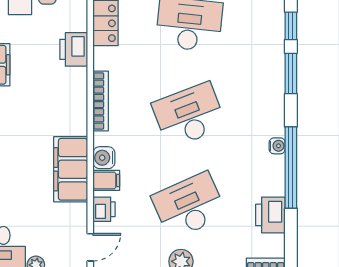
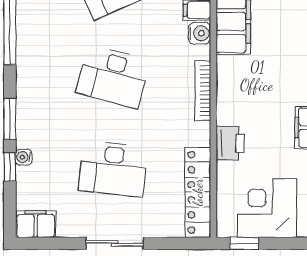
desk: (189, 115) -> (113, 77), turned 36
water cooler: (277, 146) -> (24, 157), moved

